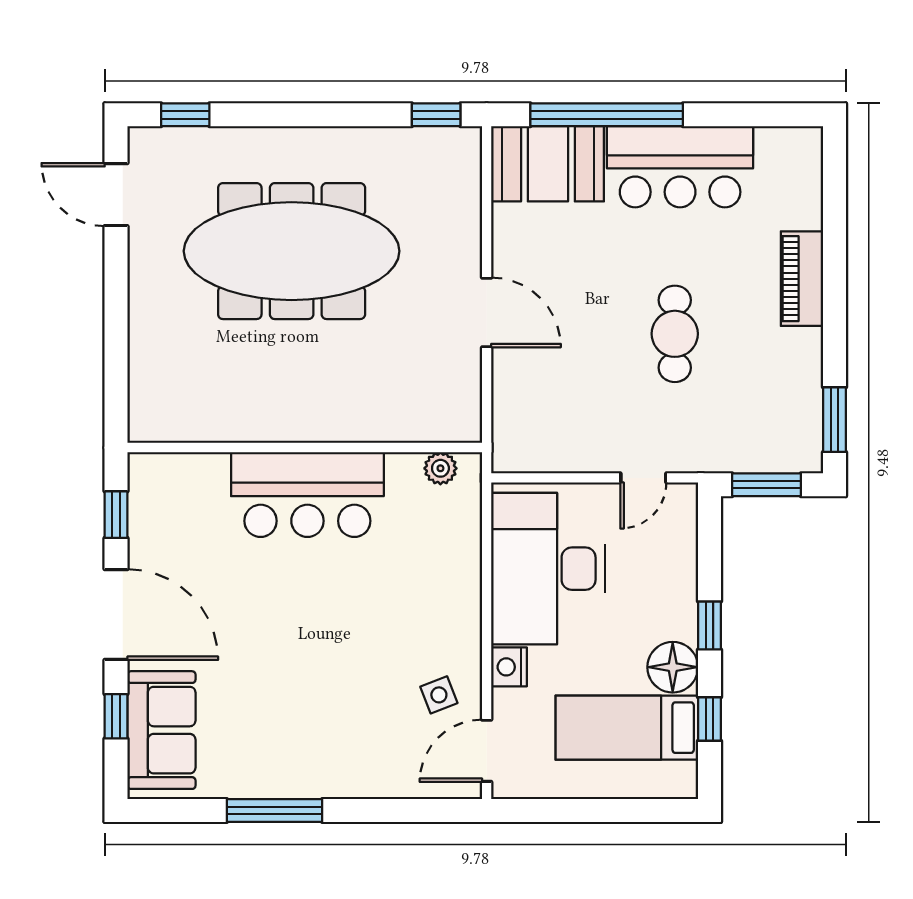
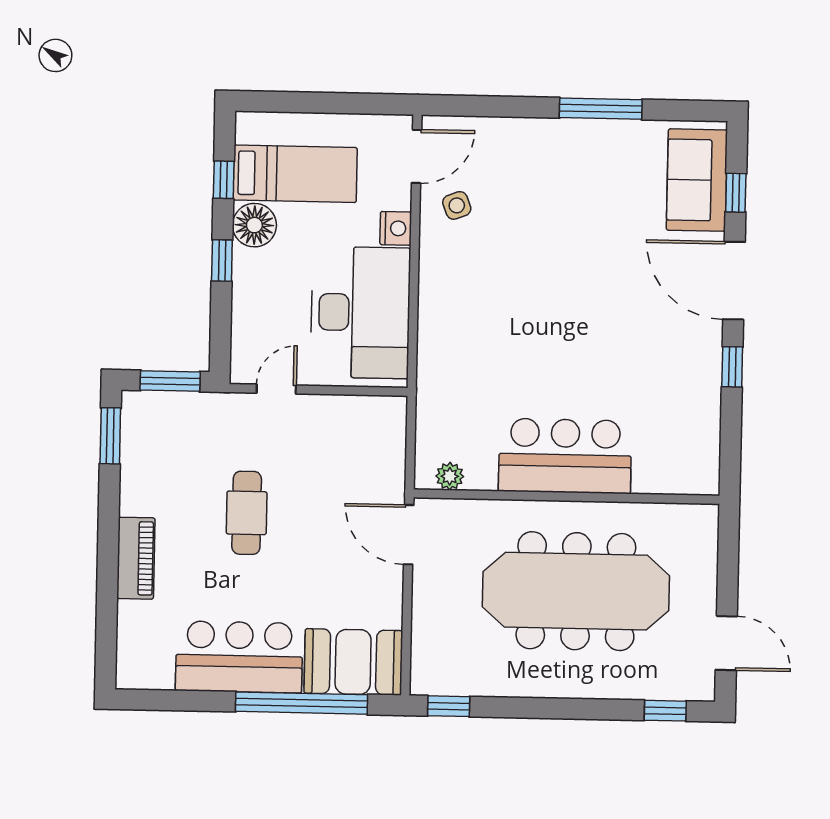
wall: (305, 448) -> (566, 497), moved
plant: (440, 468) -> (450, 476), moved
bar counter: (307, 495) -> (565, 456), moved

